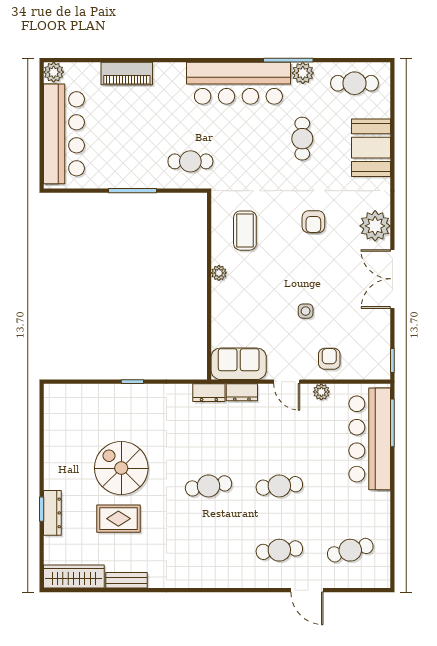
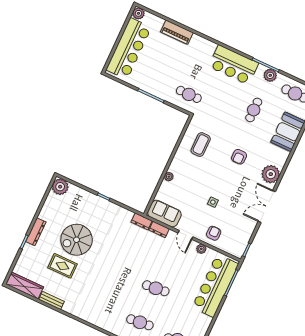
bar counter: (238, 83) -> (234, 65), width x0.73
plant: (219, 273) -> (169, 177), moved
plant: (57, 398) -> (60, 187), added
spiral stairs: (121, 468) -> (77, 240), turned -90
cafe table: (208, 486) -> (118, 271), removed
dresser: (52, 513) -> (36, 232), moved

